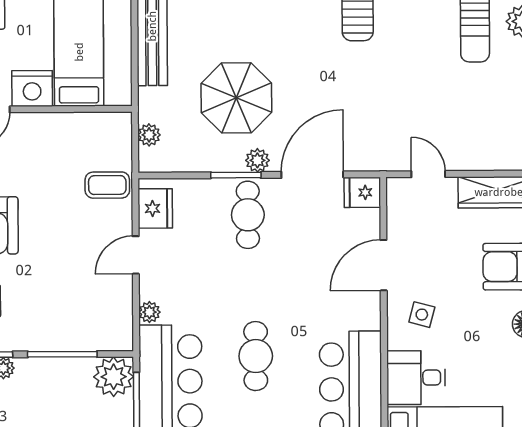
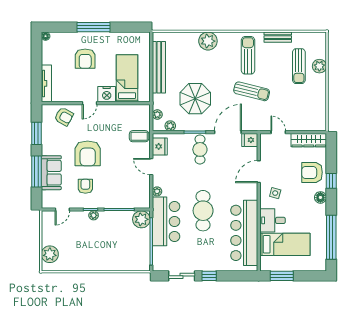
sun lounger: (366, 80) -> (252, 91), added
plant: (257, 160) -> (170, 126), moved
door: (136, 255) -> (151, 167), hinge flipped
cafe table: (256, 356) -> (203, 211), width x1.37, depth x1.35

